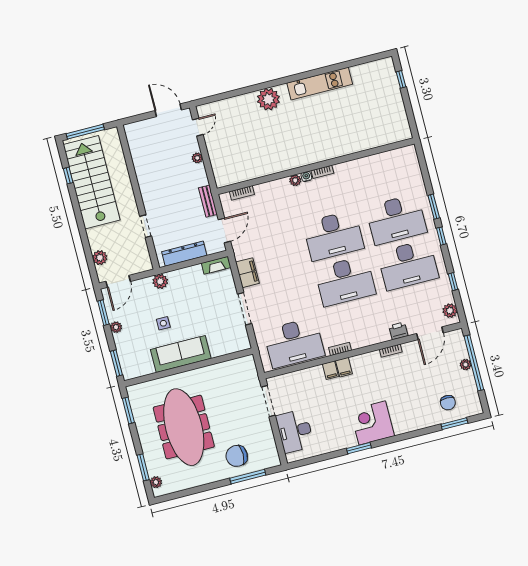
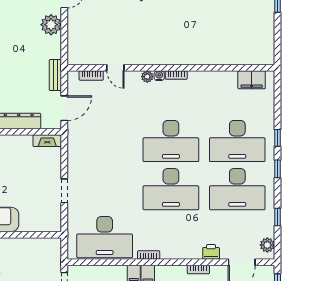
plant: (197, 158) -> (51, 25), width x1.88, depth x1.88
door: (263, 180) -> (115, 68), added
window: (434, 207) -> (278, 138), width x0.67
filing cabinet: (247, 273) -> (252, 80), moved, turned 90
doorway: (245, 309) -> (64, 191), width x0.73

